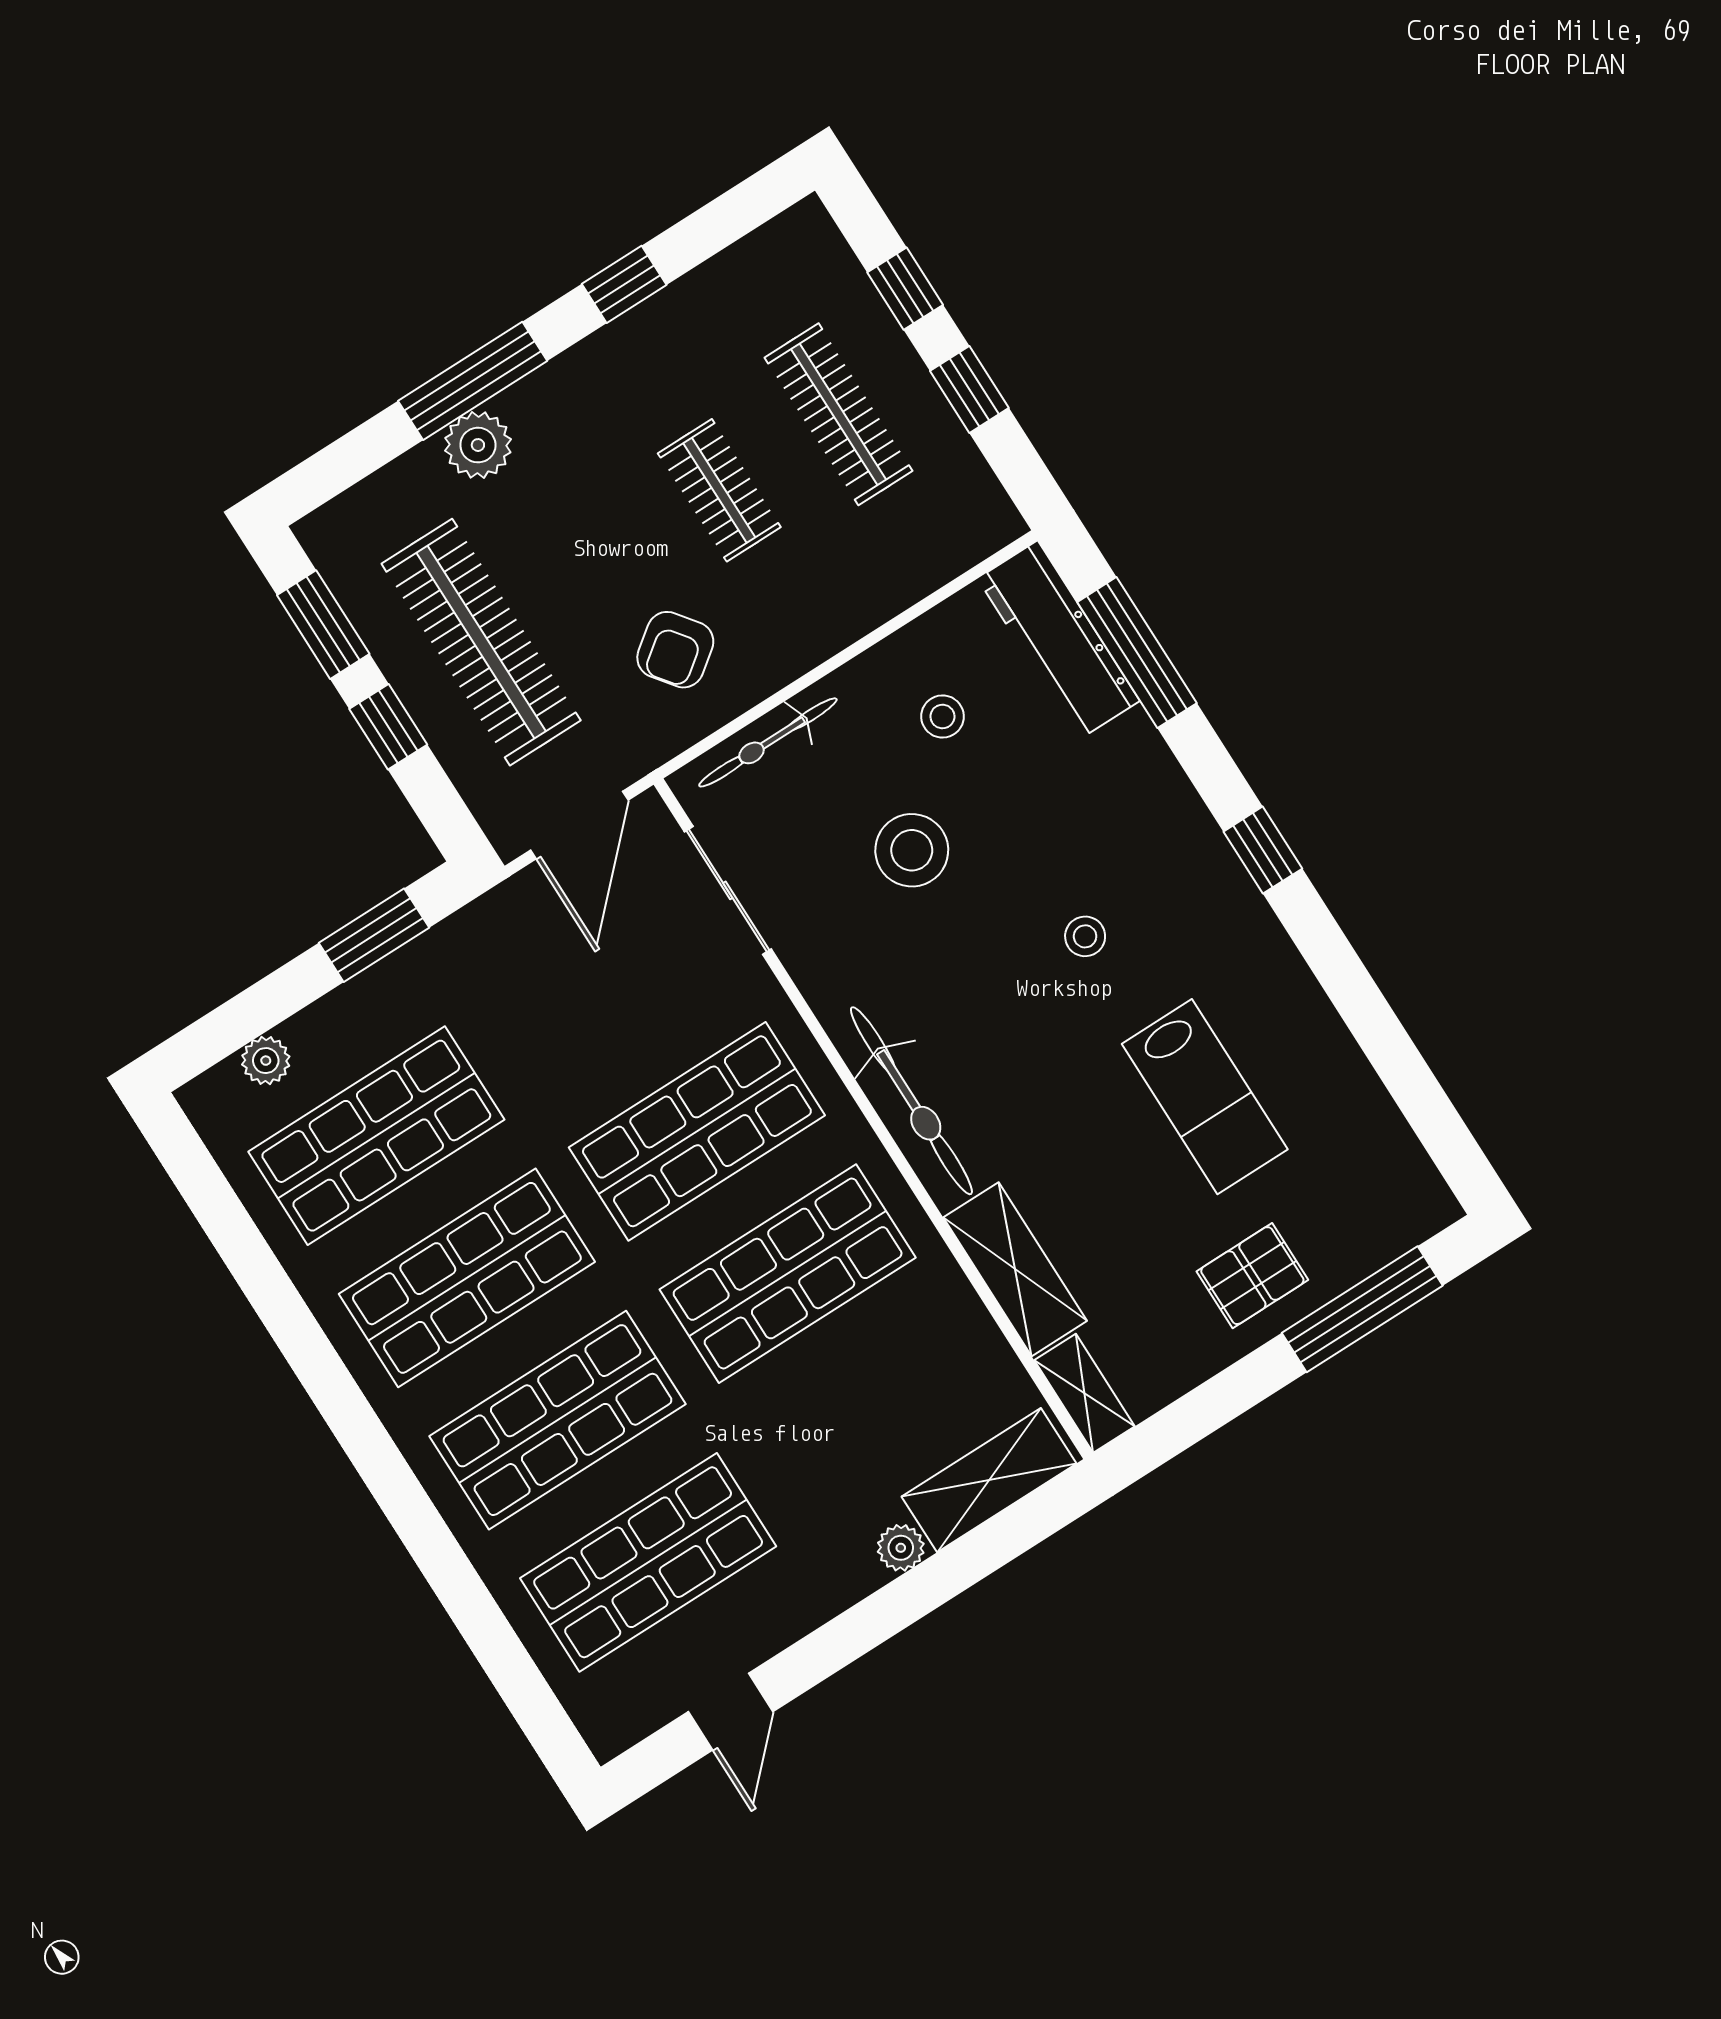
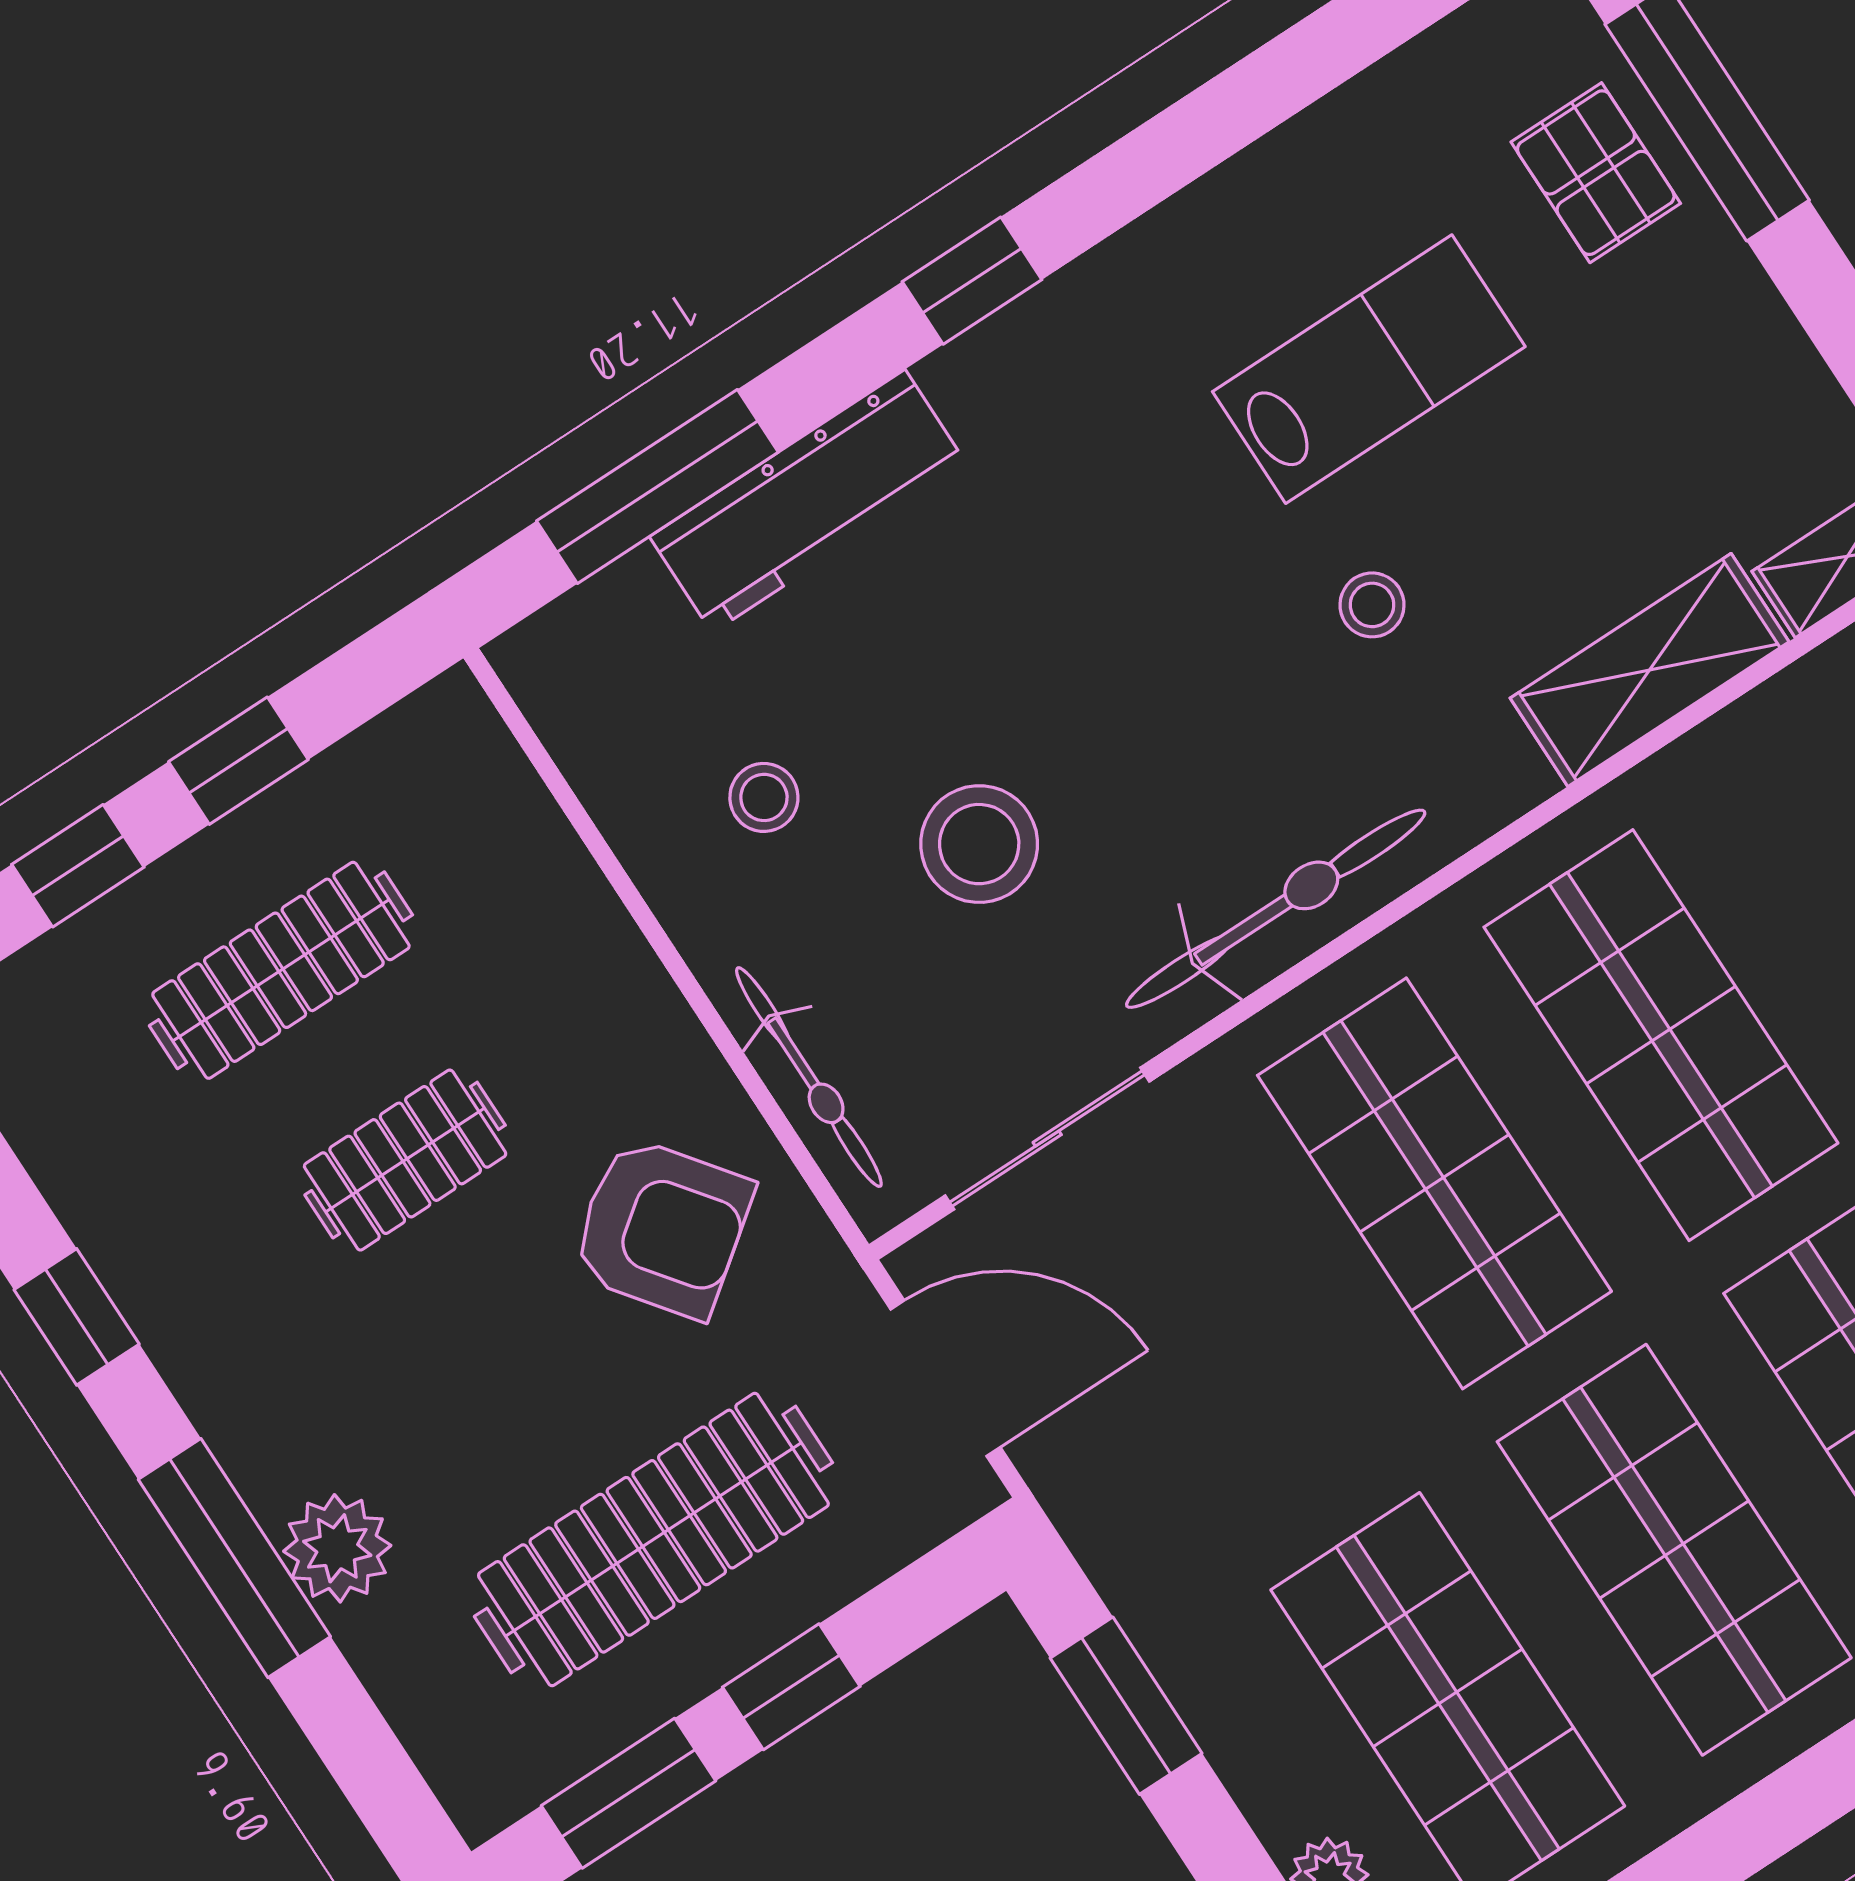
workbench: (1059, 640) -> (809, 501), moved
armchair: (675, 650) -> (662, 1228), width x1.38, depth x1.38
stool: (1085, 936) -> (1372, 605), moved
bicycle: (911, 1101) -> (1276, 909), moved
pallet: (1252, 1276) -> (1596, 173), moved

